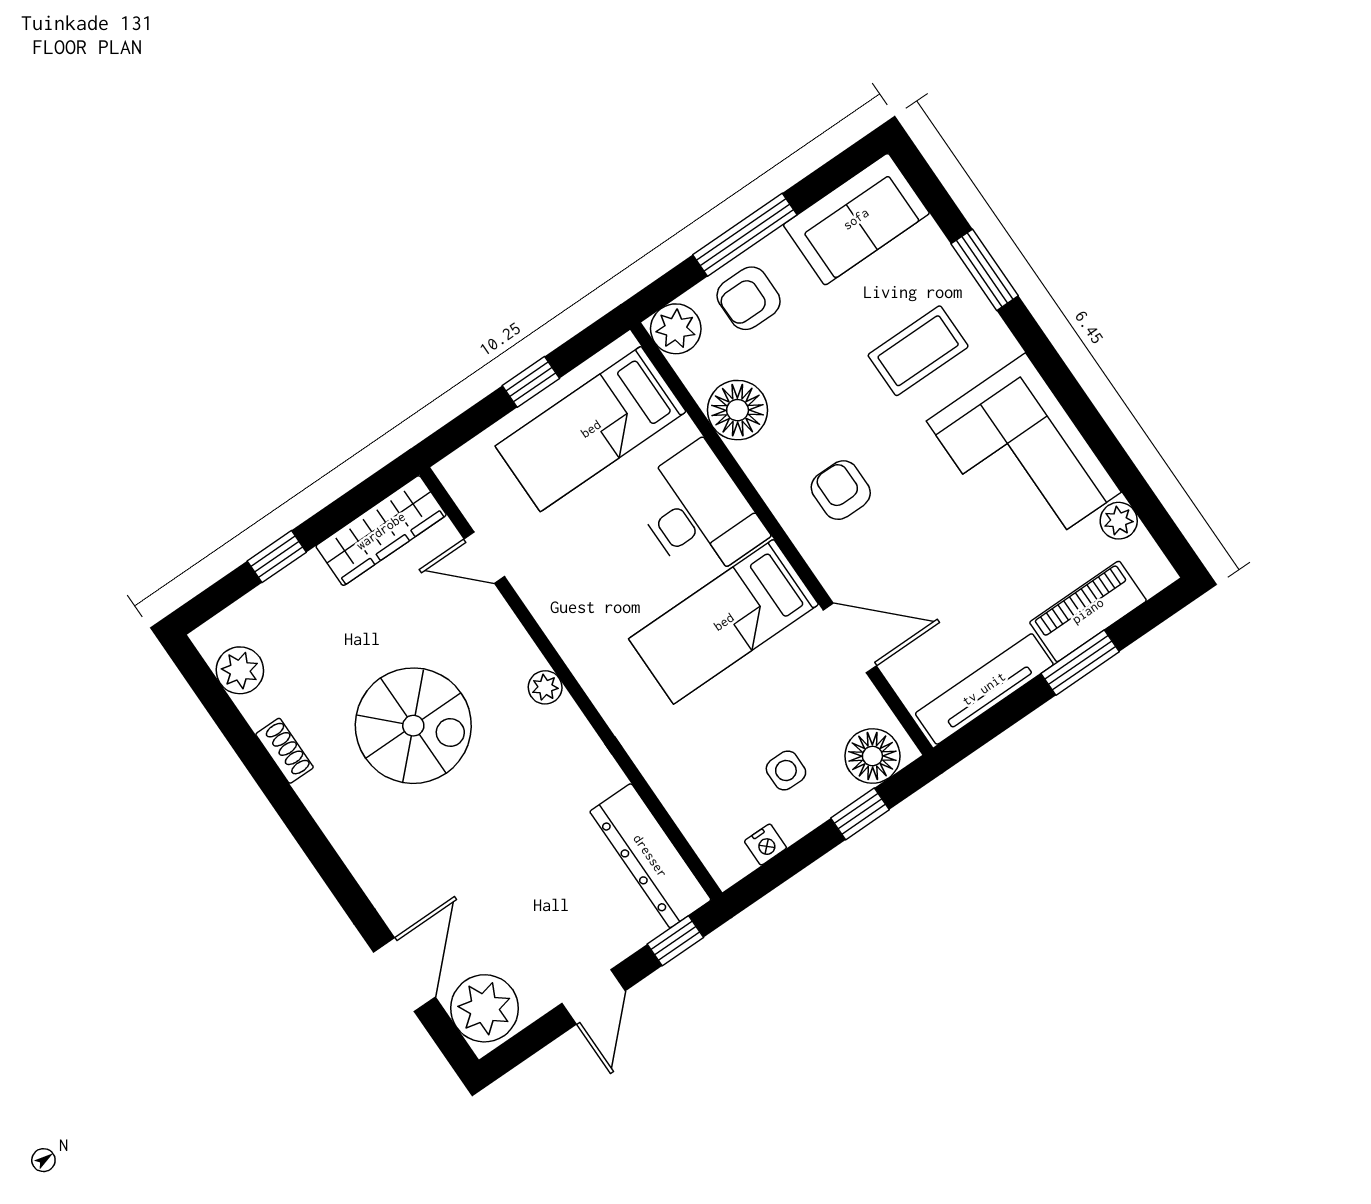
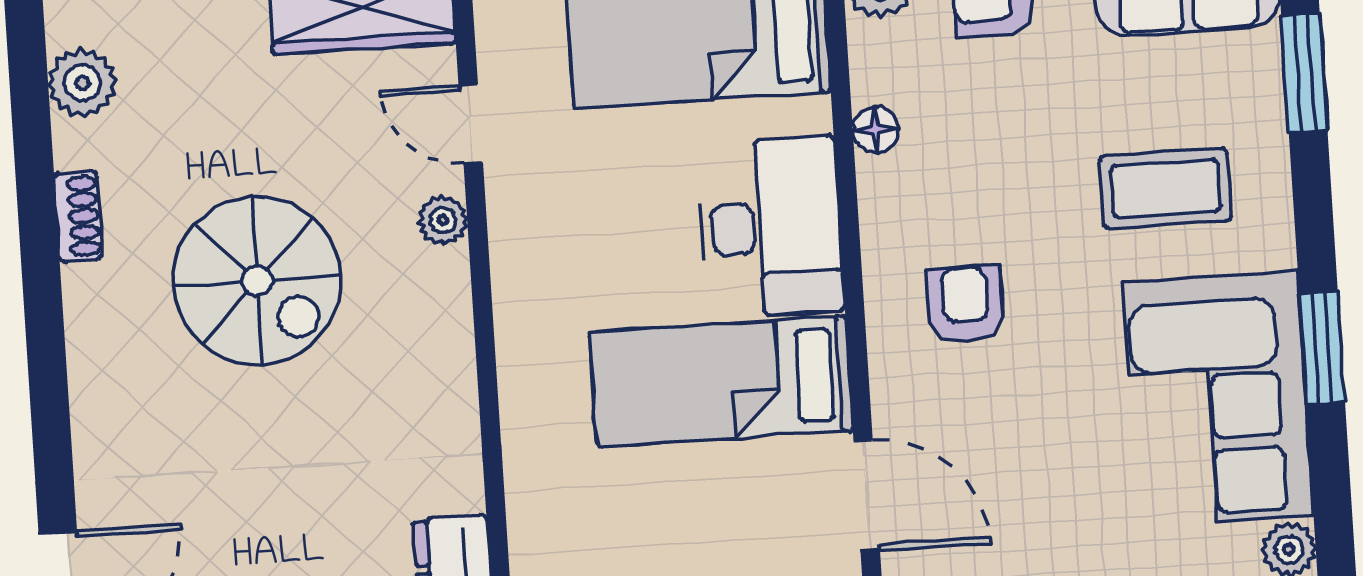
window: (985, 270) -> (1304, 73), moved
window: (1067, 390) -> (1322, 348), added
floor lamp: (738, 410) -> (876, 129), width x0.53, depth x0.53
plant: (545, 687) -> (443, 220), moved

